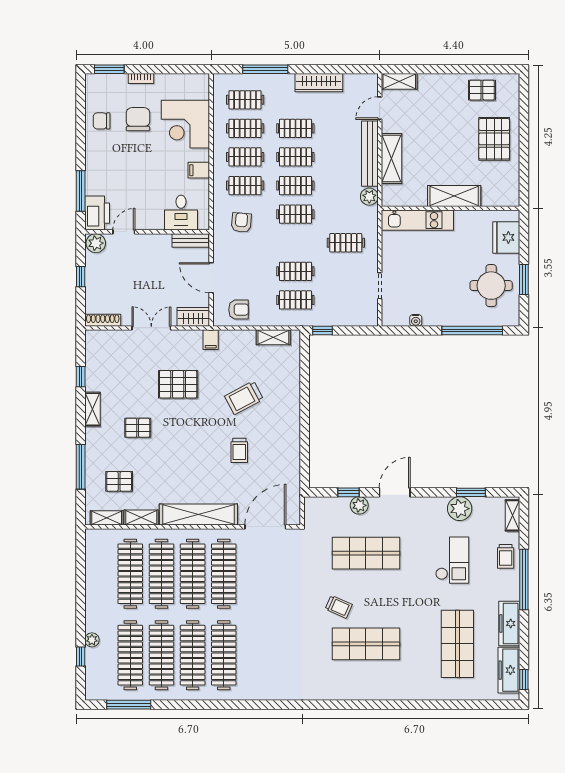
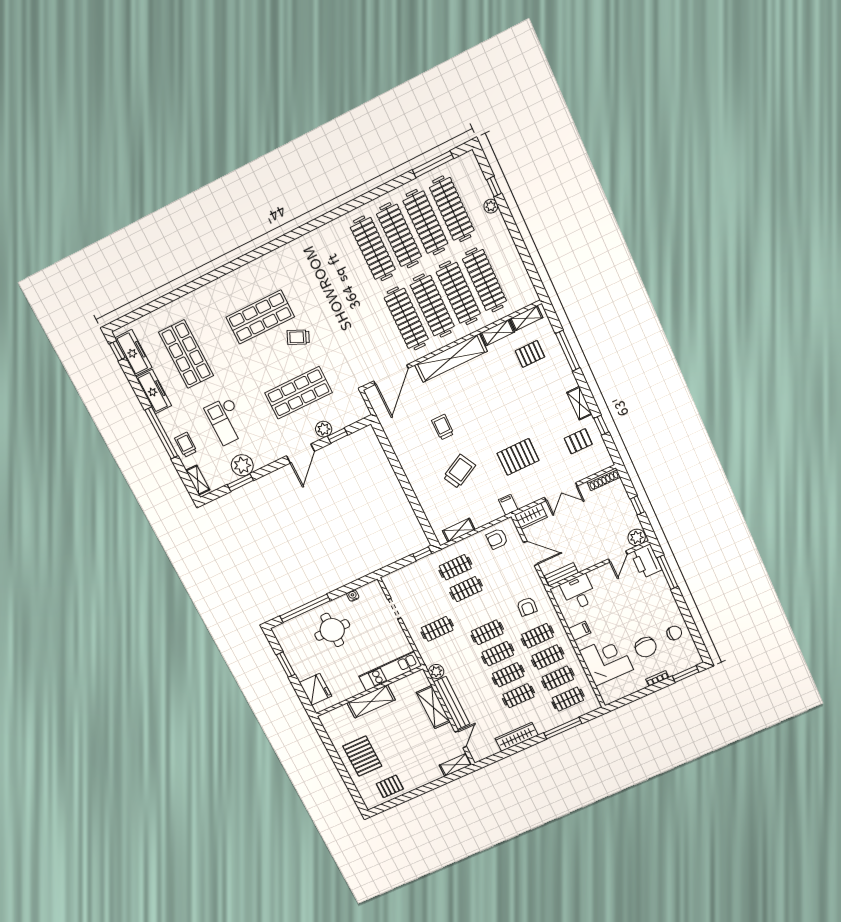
round table: (491, 286) -> (332, 630), moved
pallet: (138, 428) -> (578, 441), moved

